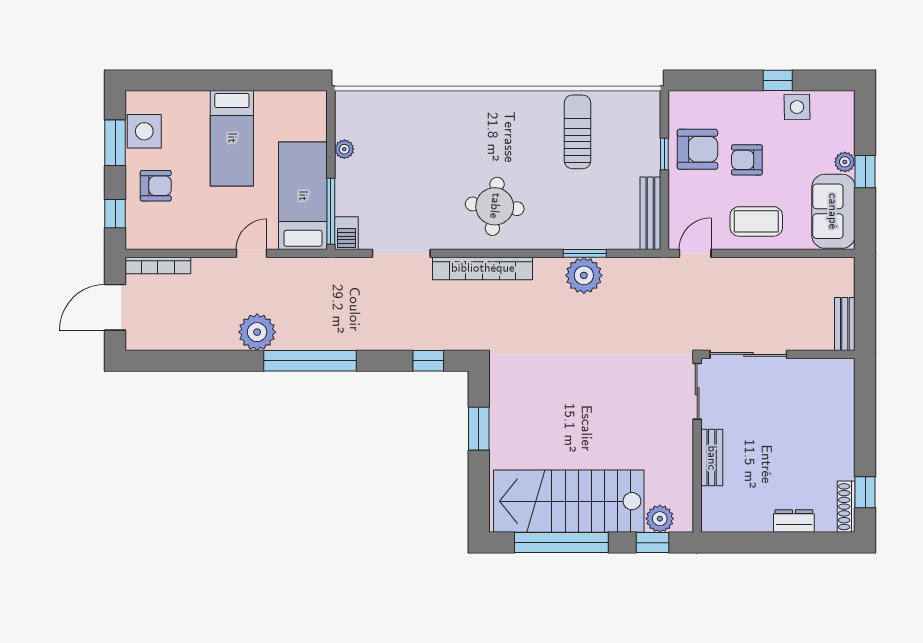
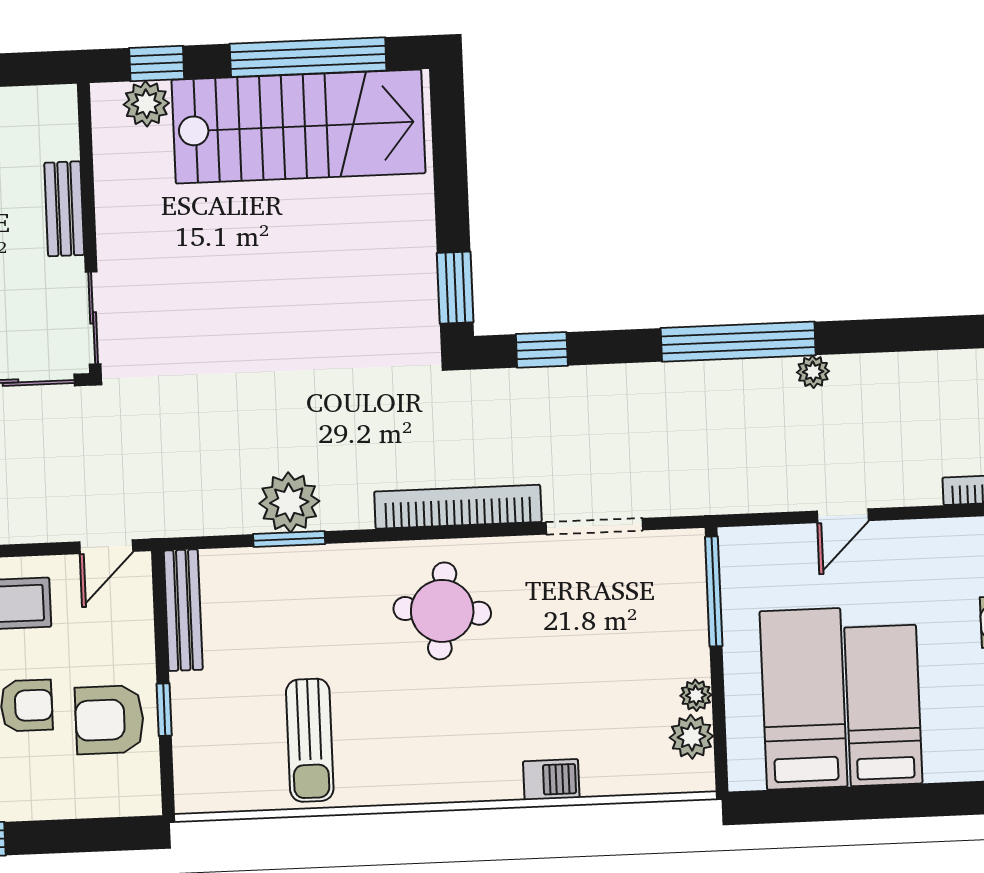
plant: (348, 124) -> (691, 737), added
bed: (303, 196) -> (804, 699), moved, turned 180
barbecue: (346, 233) -> (551, 780), moved, turned 90
plant: (257, 332) -> (813, 372), width x0.53, depth x0.53
window: (479, 429) -> (455, 288), moved

